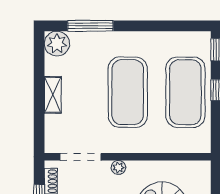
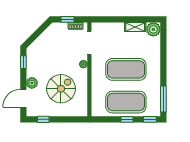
window: (90, 26) -> (163, 99), moved
shelving: (53, 95) -> (135, 27), moved

